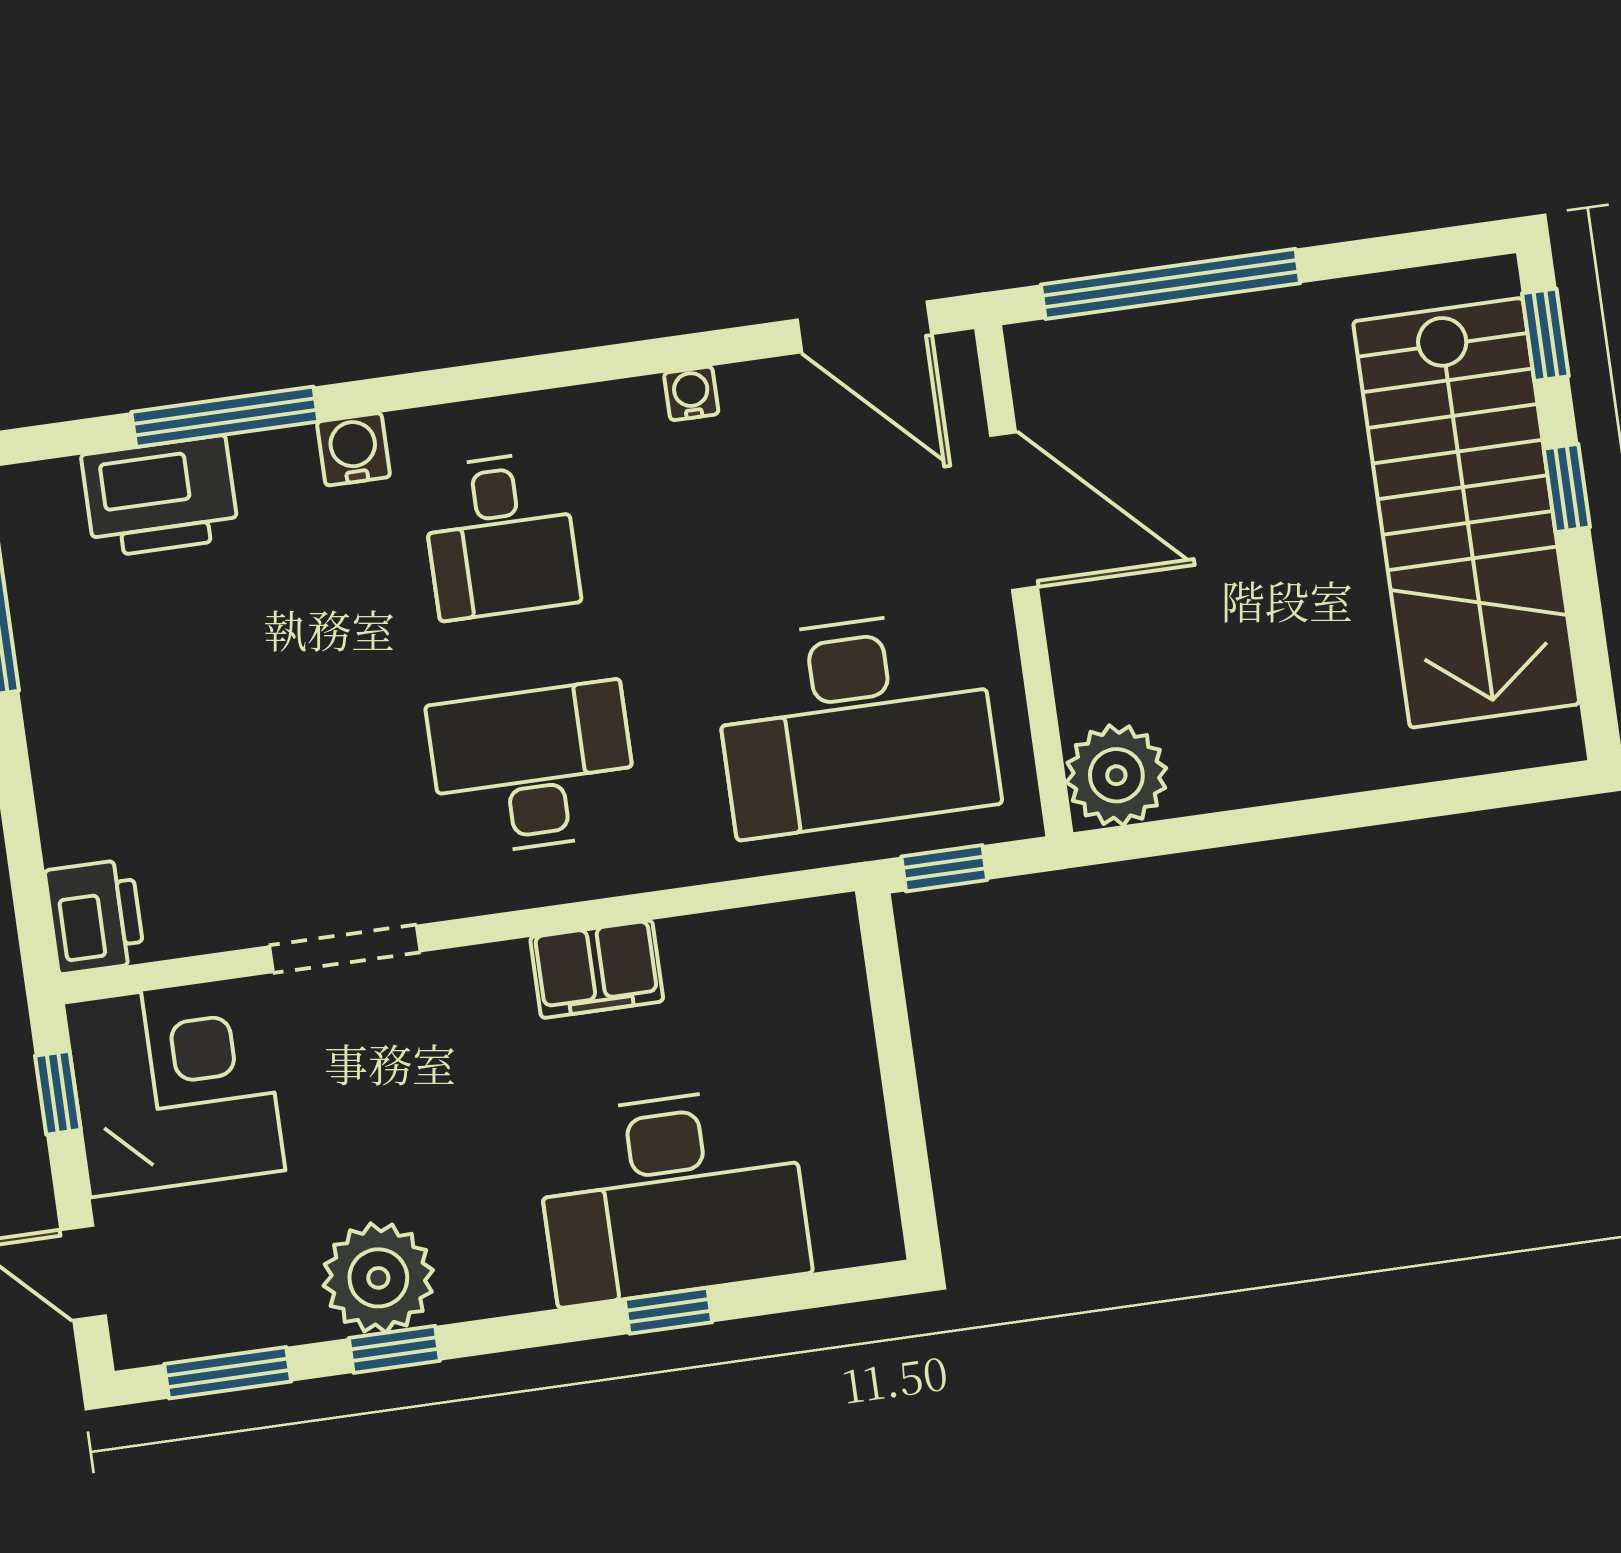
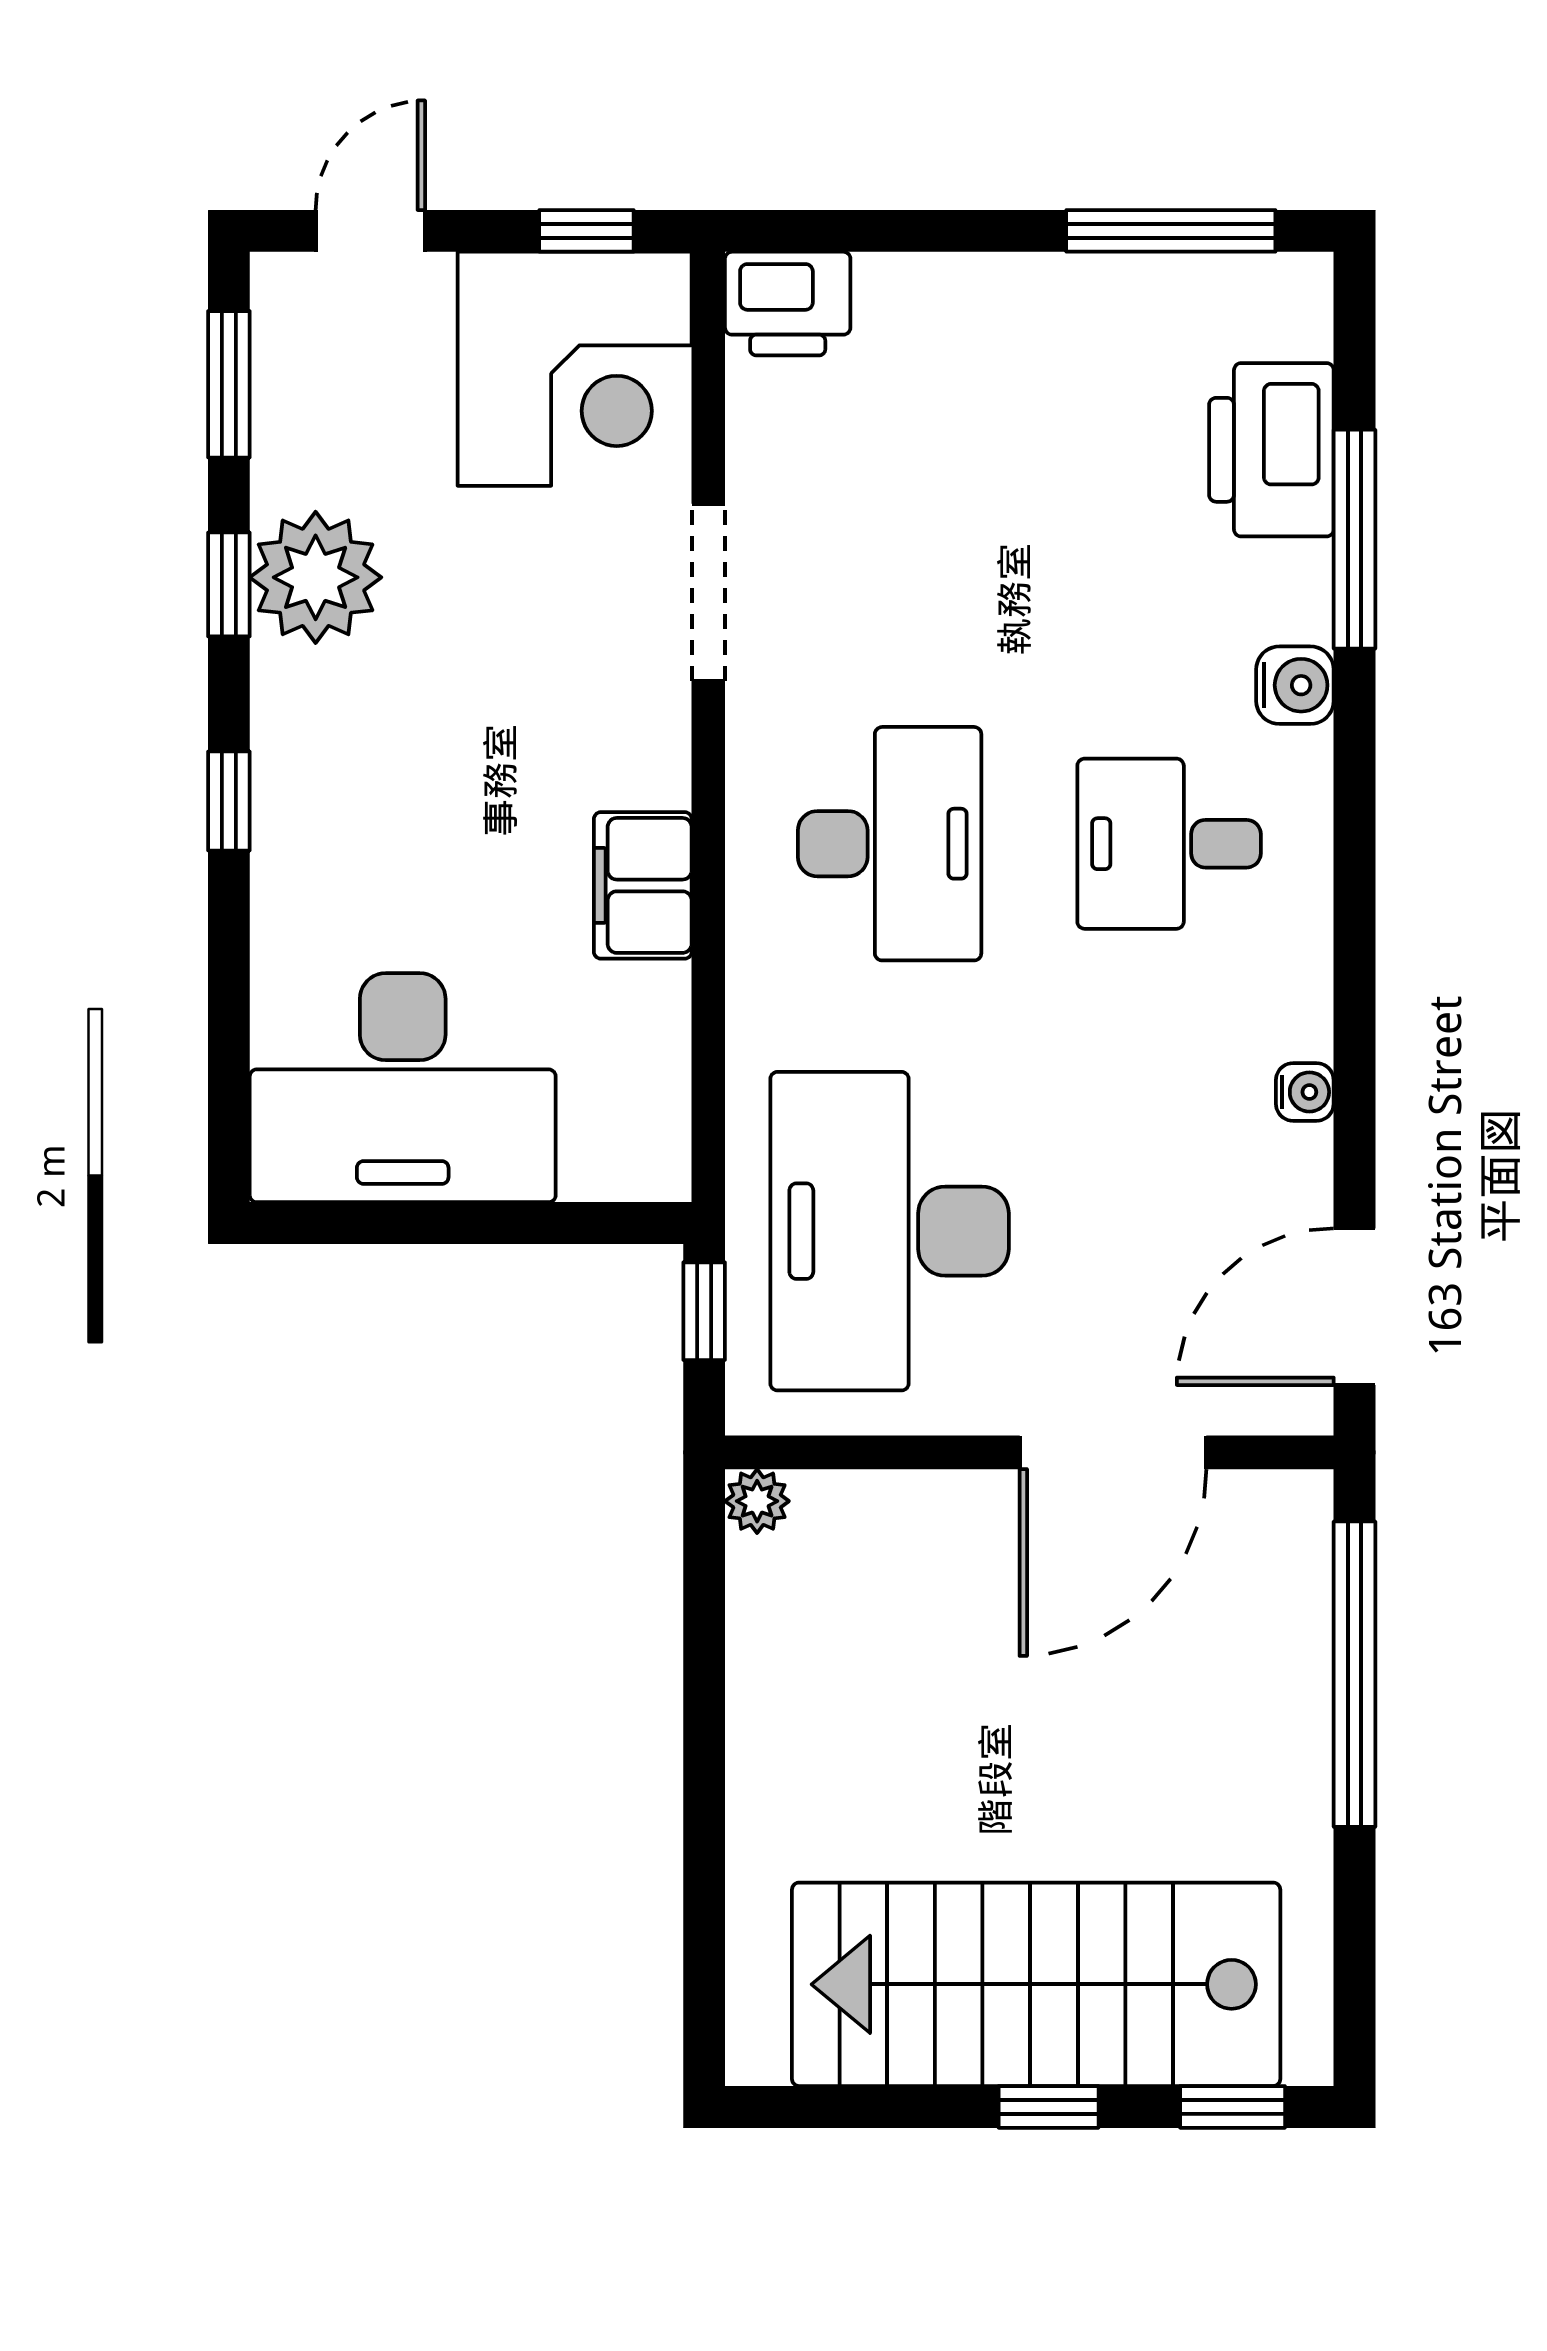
plant: (1116, 775) -> (757, 1501), width x0.53, depth x0.53
desk: (672, 1195) -> (403, 1088), moved, turned -90
window: (668, 1311) -> (229, 801), moved

